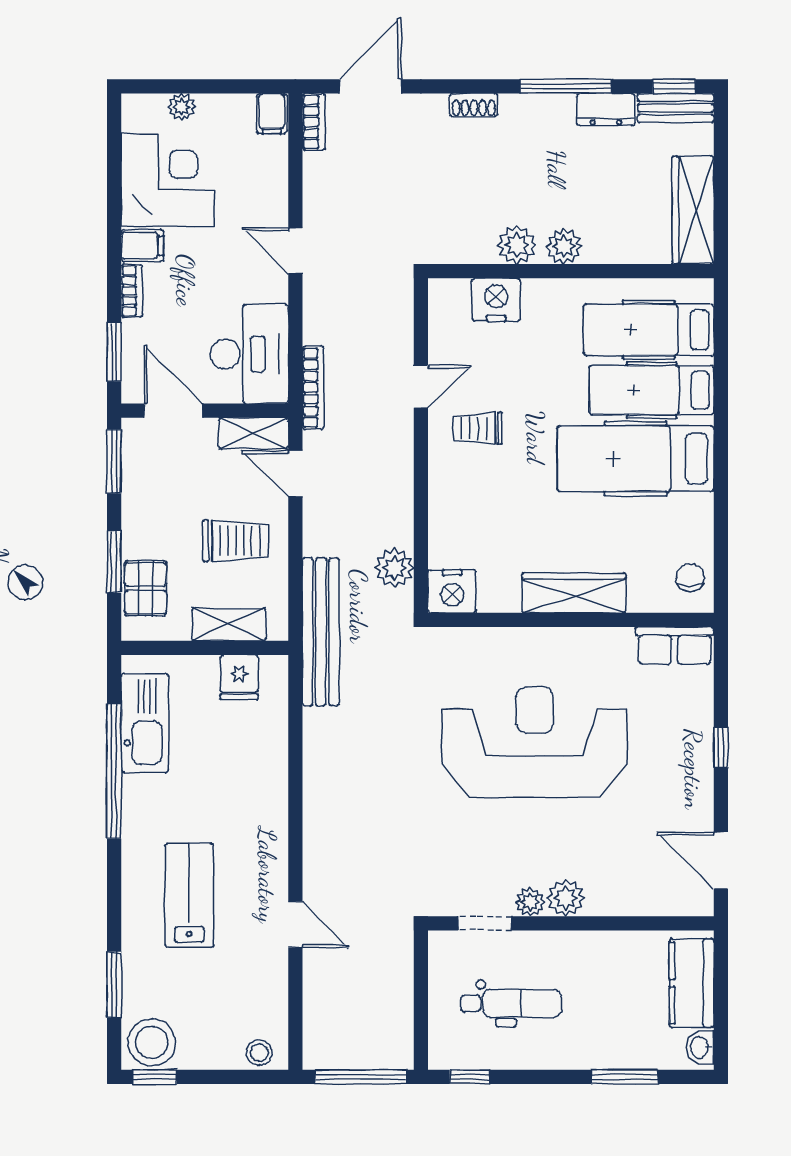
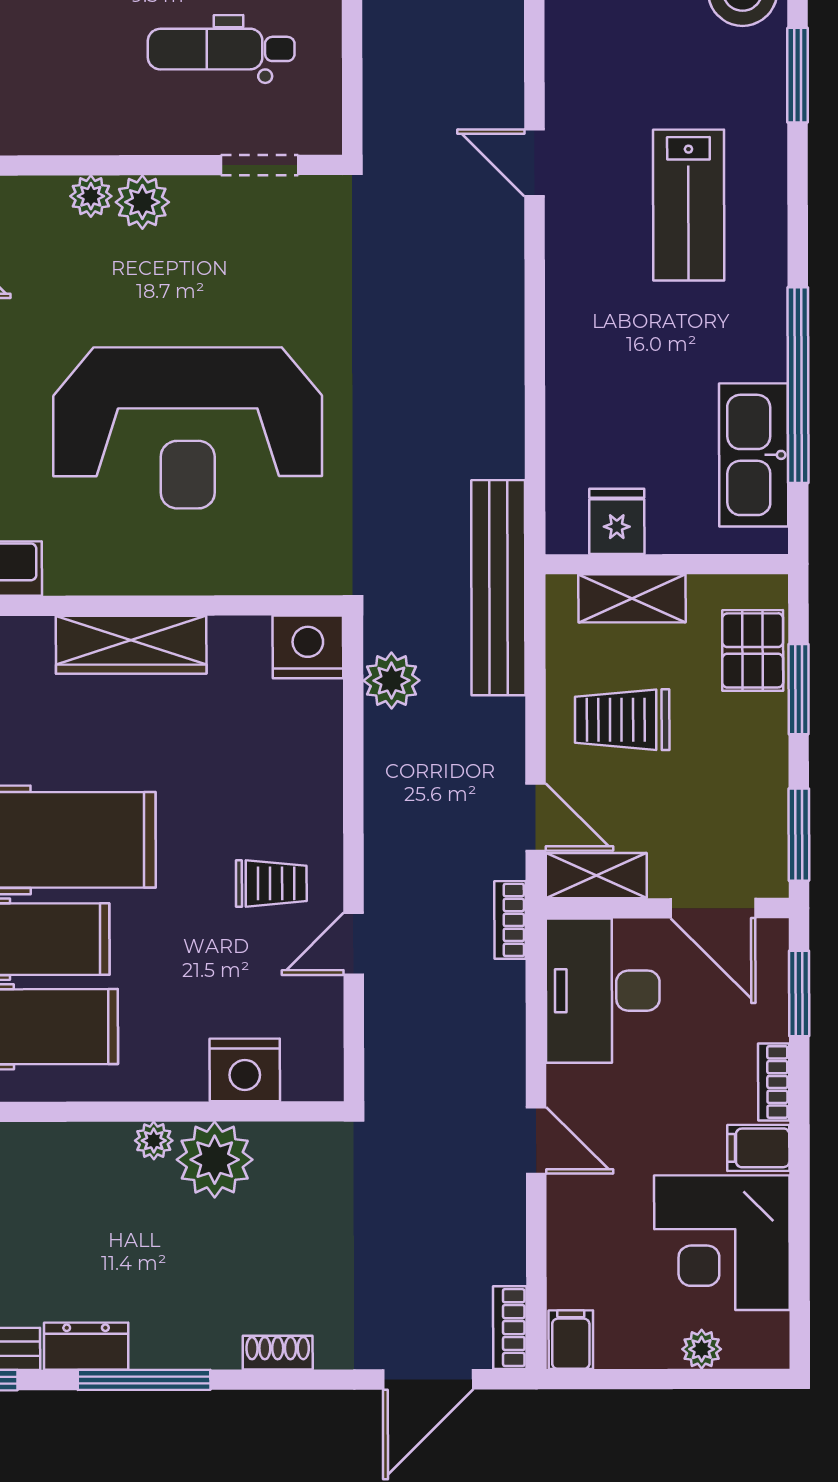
plant: (517, 245) -> (215, 1160), width x1.36, depth x1.36
plant: (564, 246) -> (154, 1141), width x0.73, depth x0.73
bookcase: (313, 388) -> (510, 920), width x0.64
plant: (530, 902) -> (91, 196), moved

